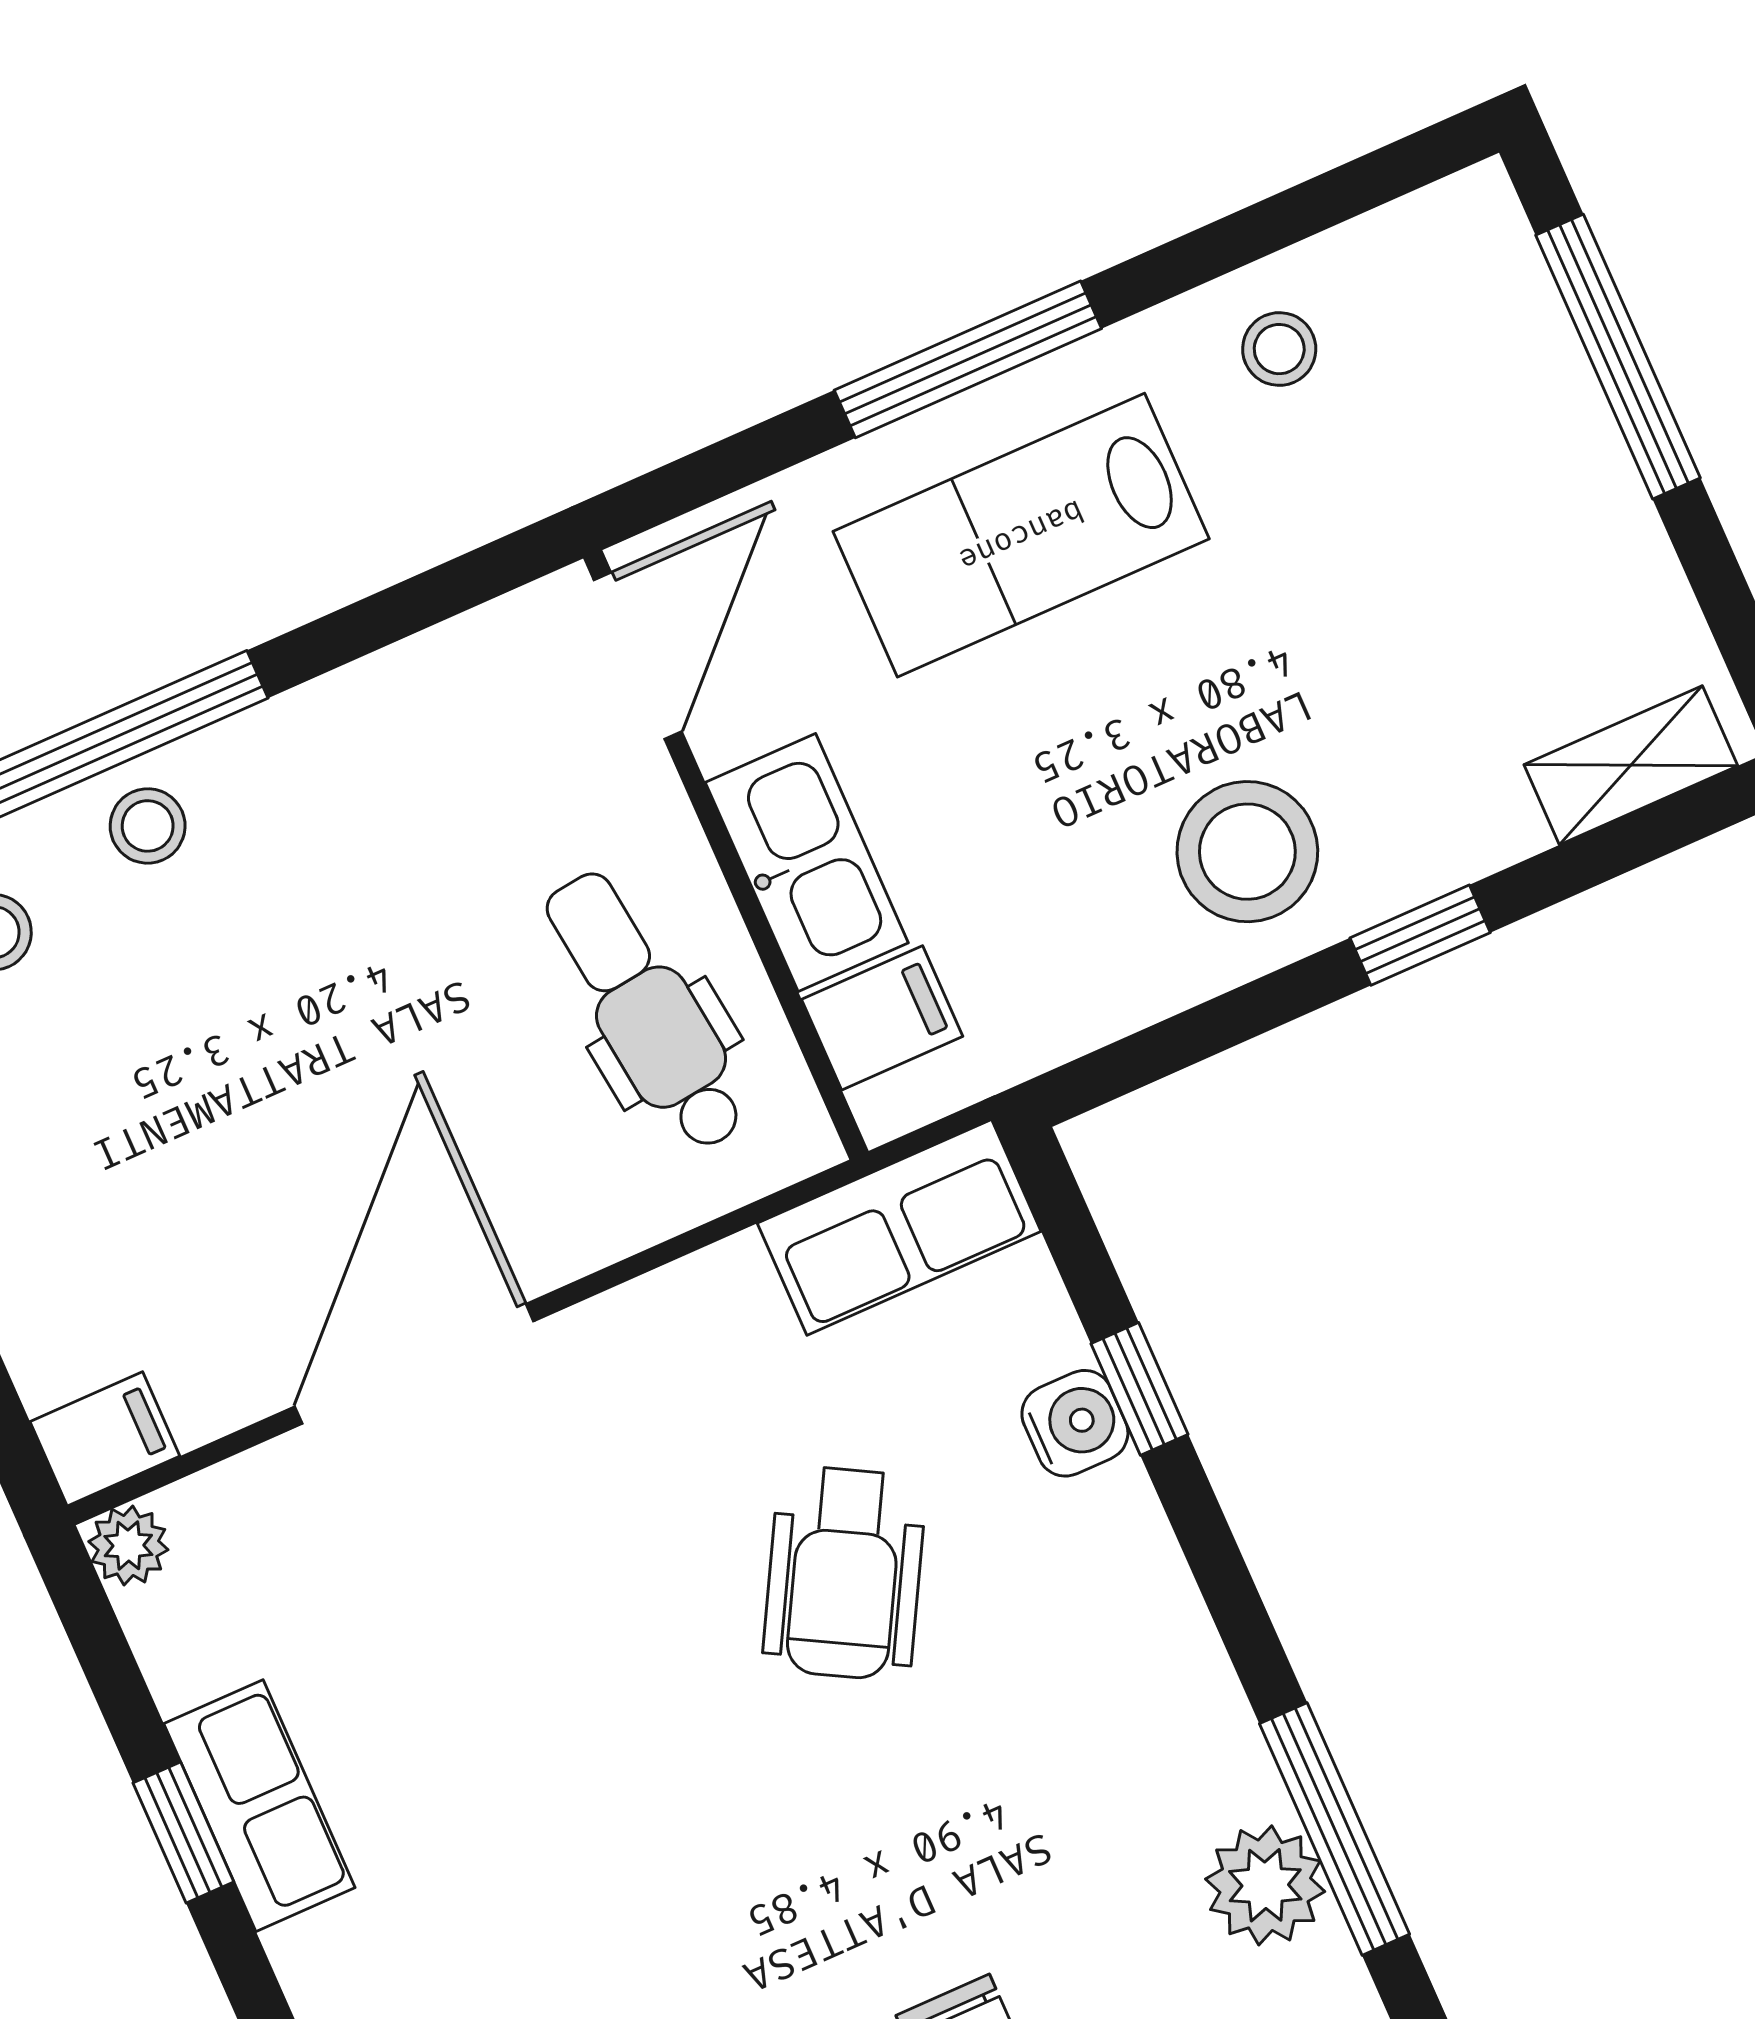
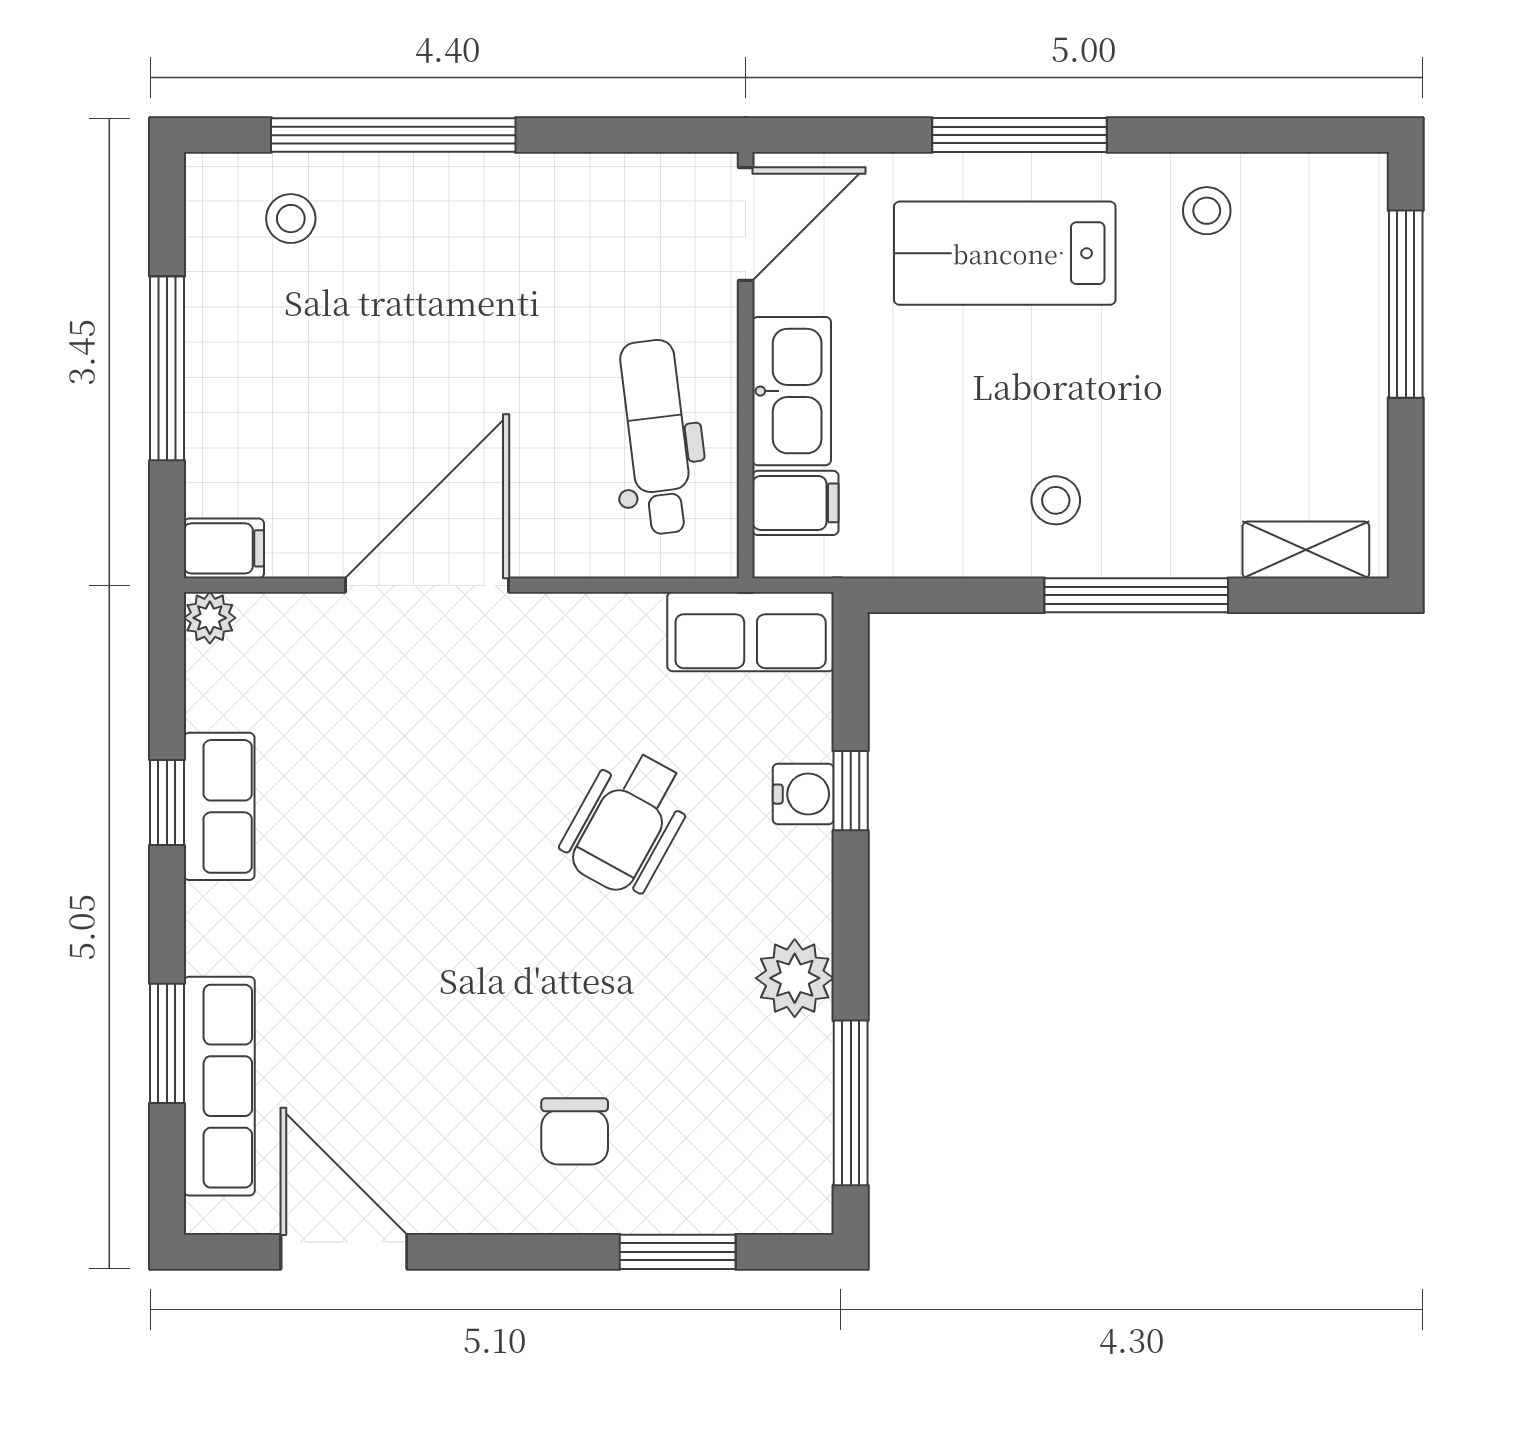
stool: (148, 826) -> (410, 196), removed
stool: (1247, 852) -> (1056, 500), width x0.53, depth x0.53
window: (1420, 935) -> (1136, 595), width x2.17
plant: (1265, 1885) -> (795, 978), moved

